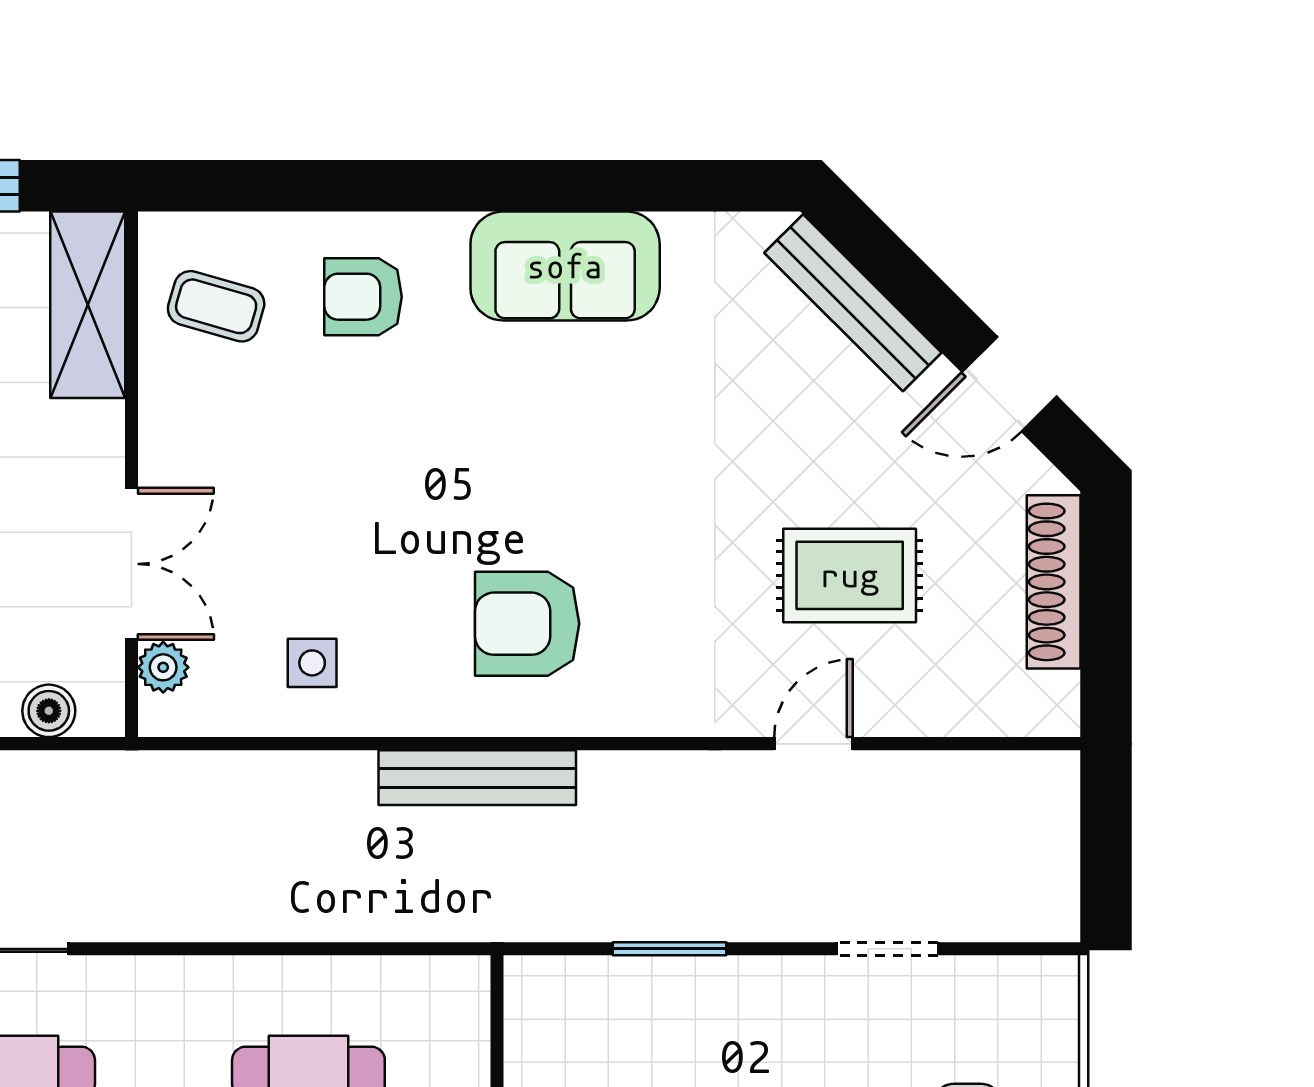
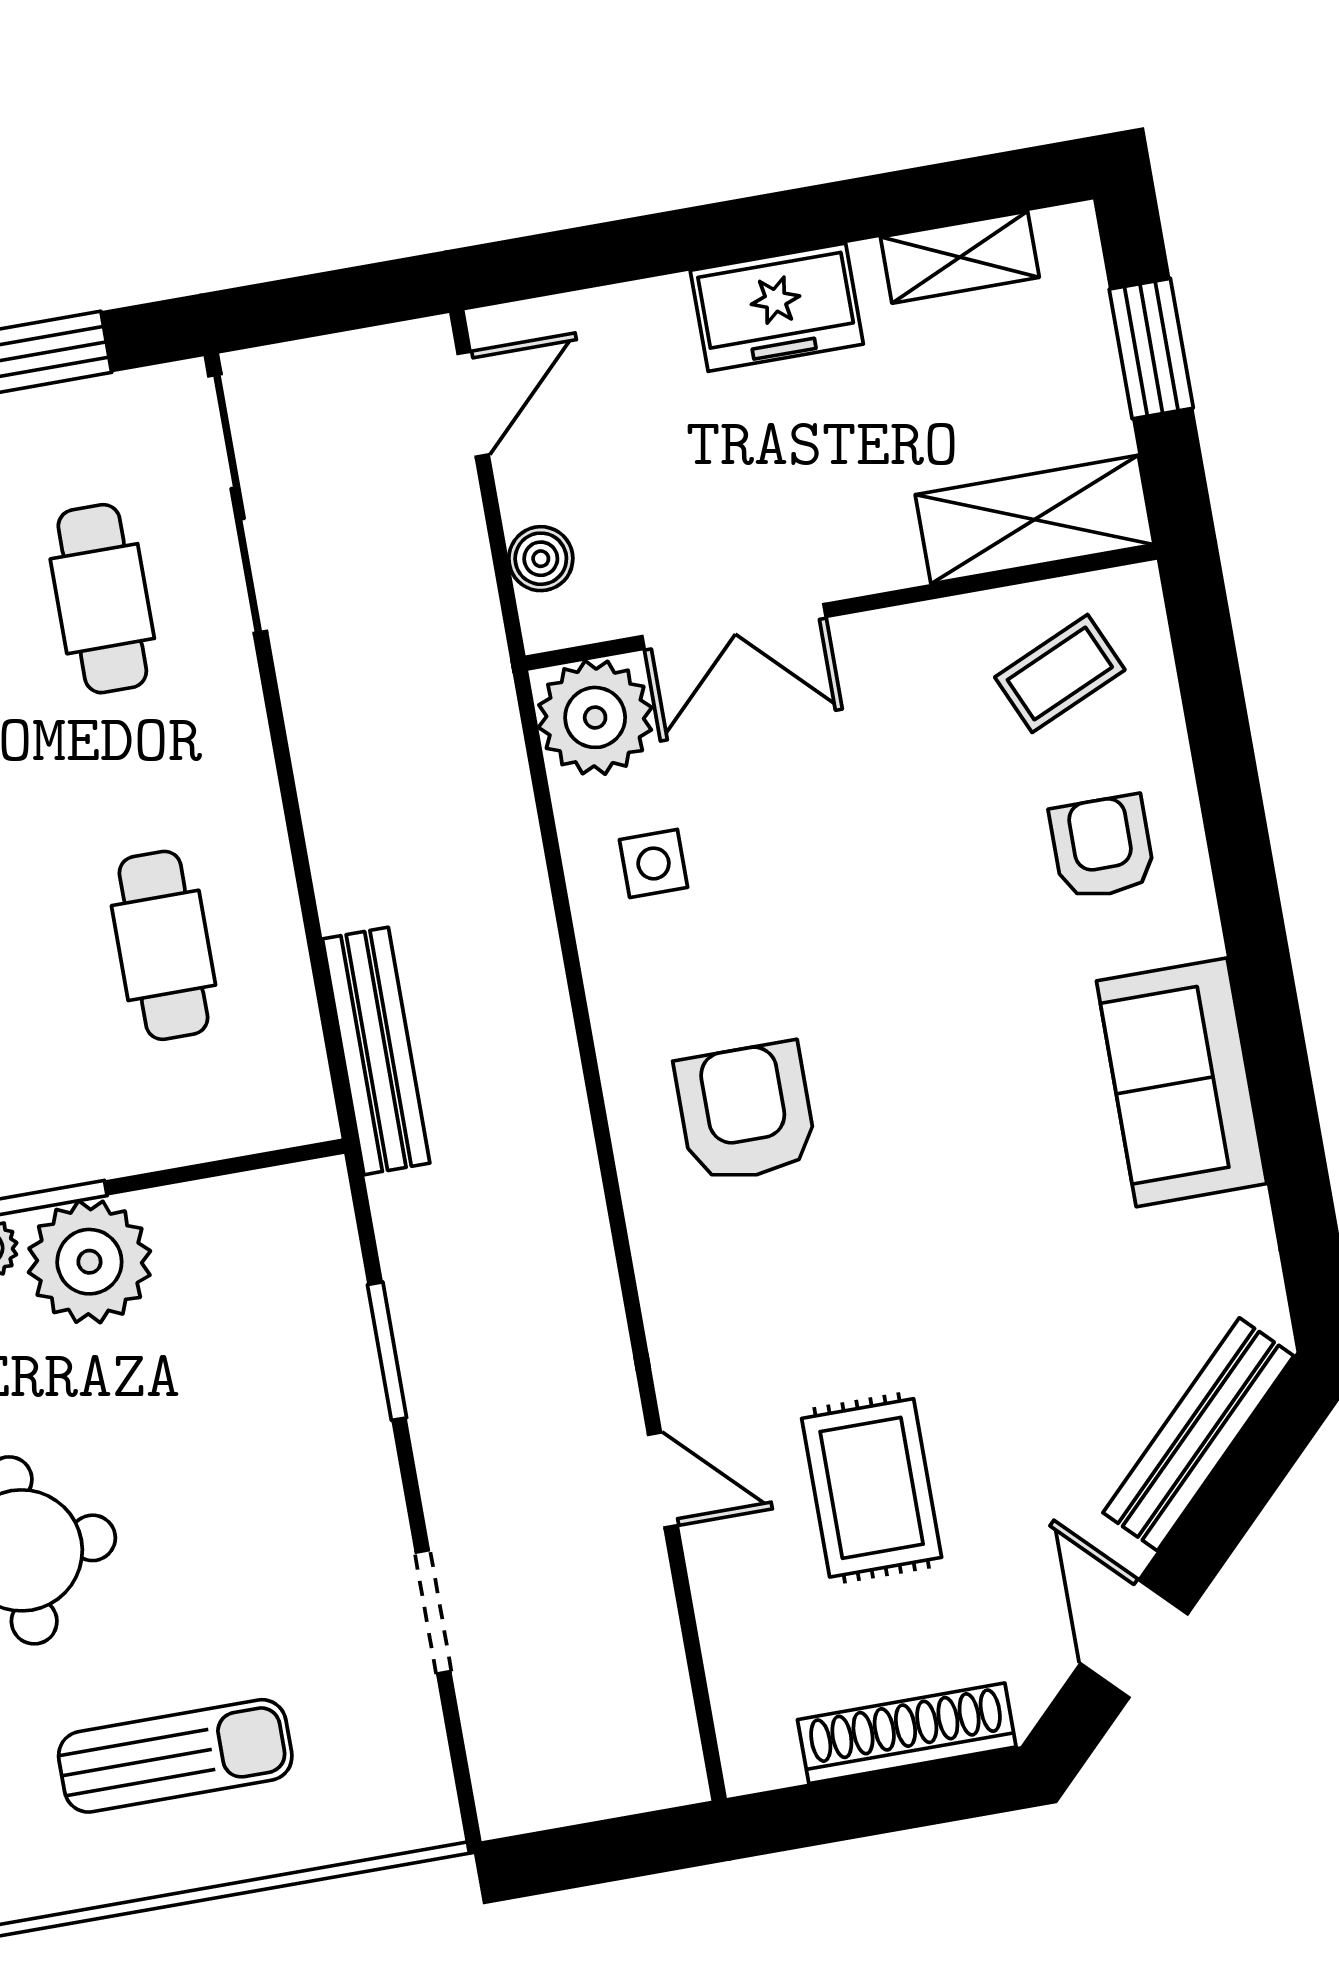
coffee table: (216, 306) -> (1060, 673), turned 50
plant: (163, 667) -> (595, 717), width x1.88, depth x1.88
bench: (477, 778) -> (376, 1051), moved

